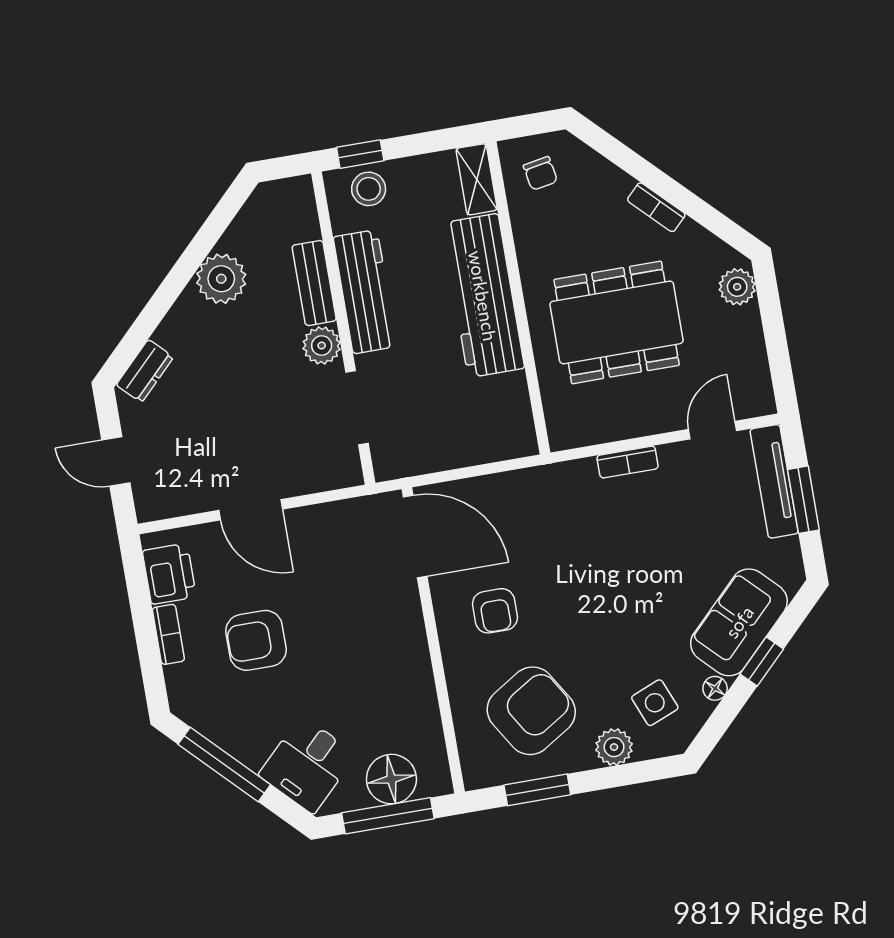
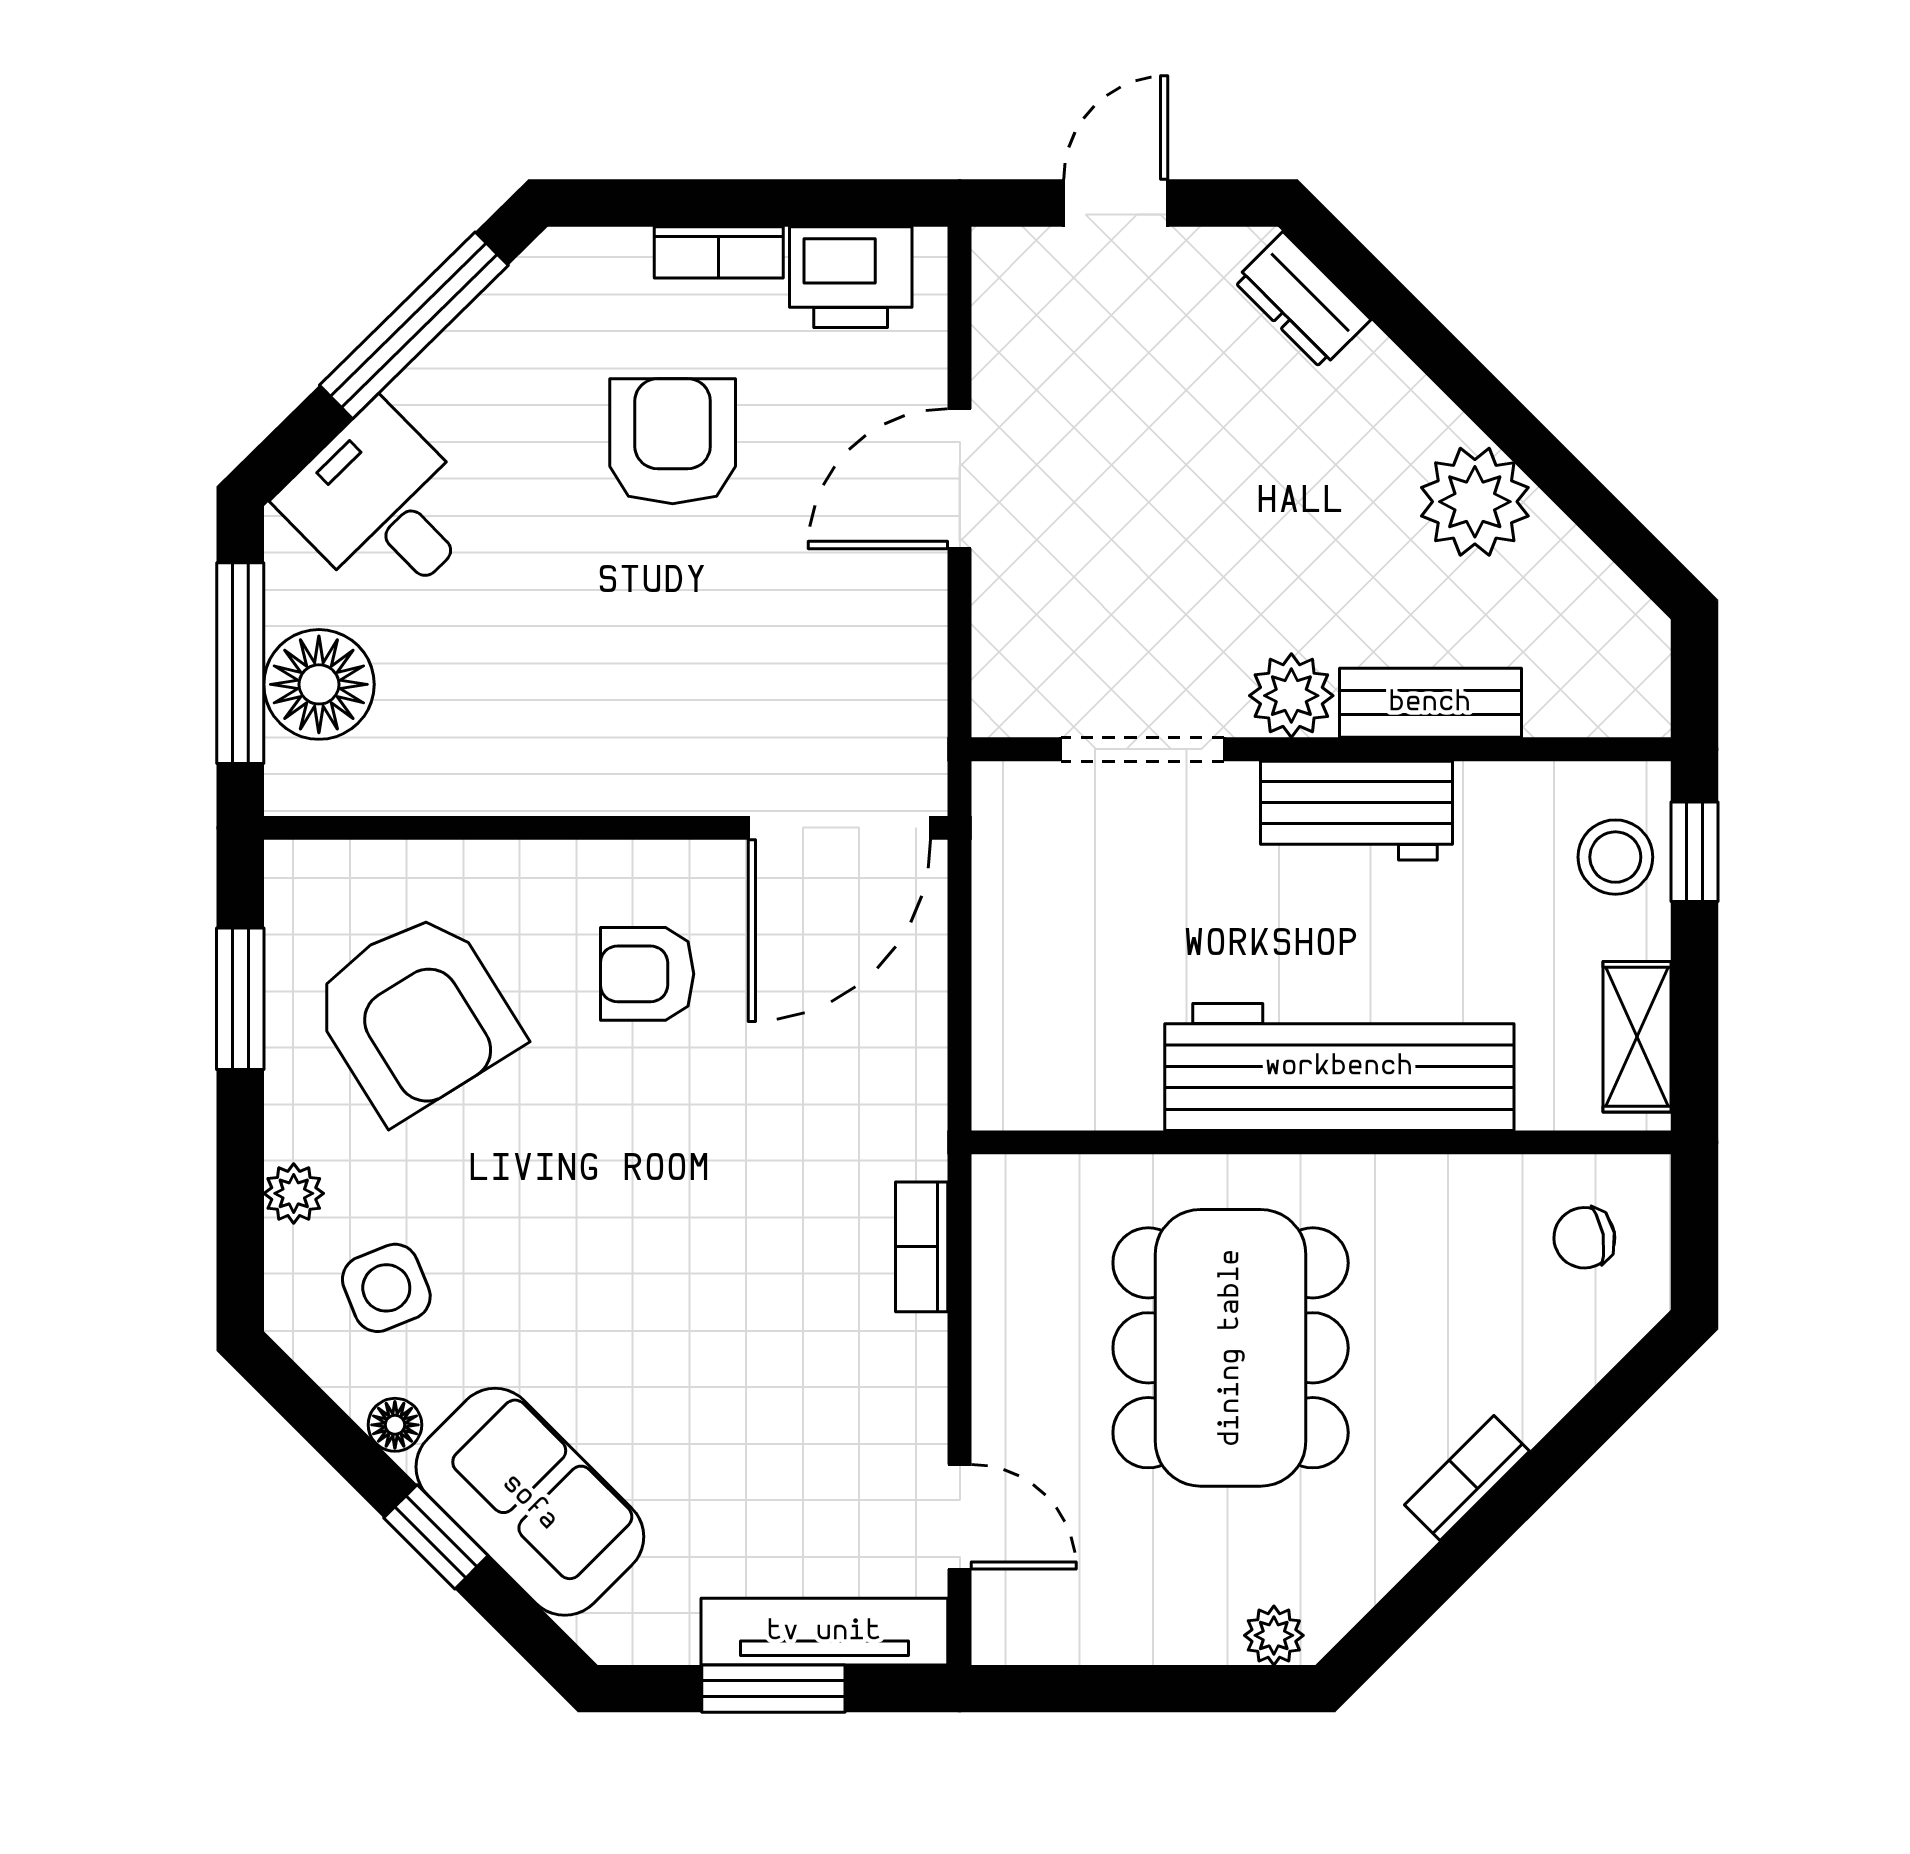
shelving: (477, 179) -> (1637, 1037), moved, turned 90
plant: (737, 287) -> (1274, 1635), width x0.73, depth x0.73
workbench: (365, 292) -> (1356, 811), width x0.73
bookcase: (628, 462) -> (922, 1247), moved
plant: (614, 747) -> (294, 1193), width x0.73, depth x0.73

